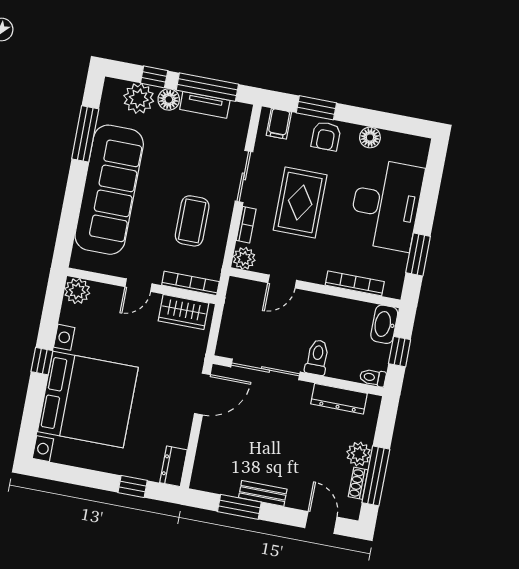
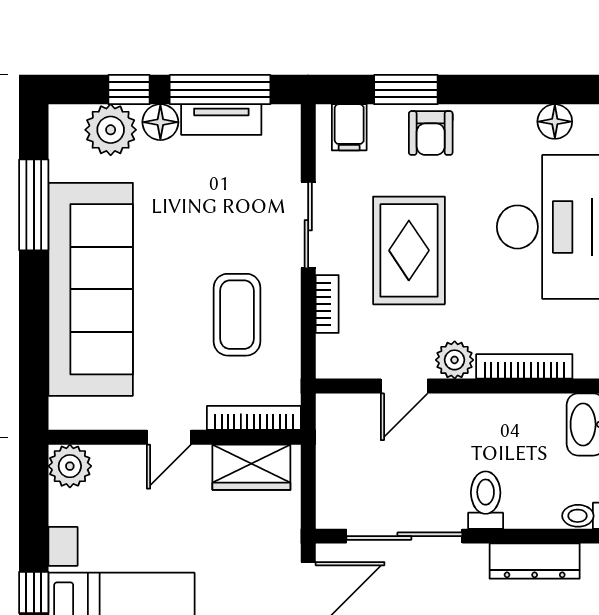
floor lamp: (370, 137) -> (555, 122), moved
plant: (244, 258) -> (455, 360), moved

